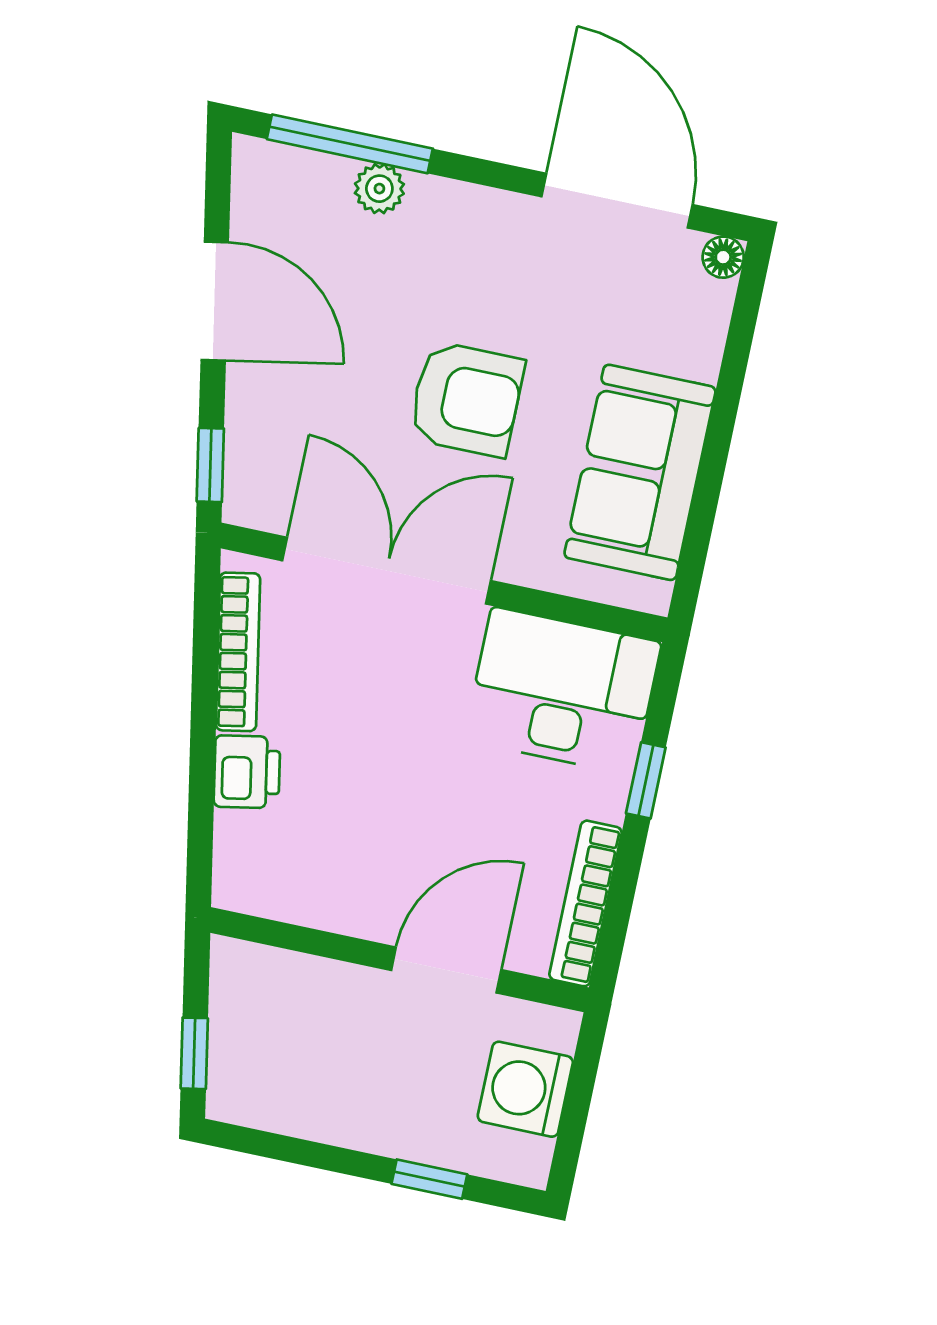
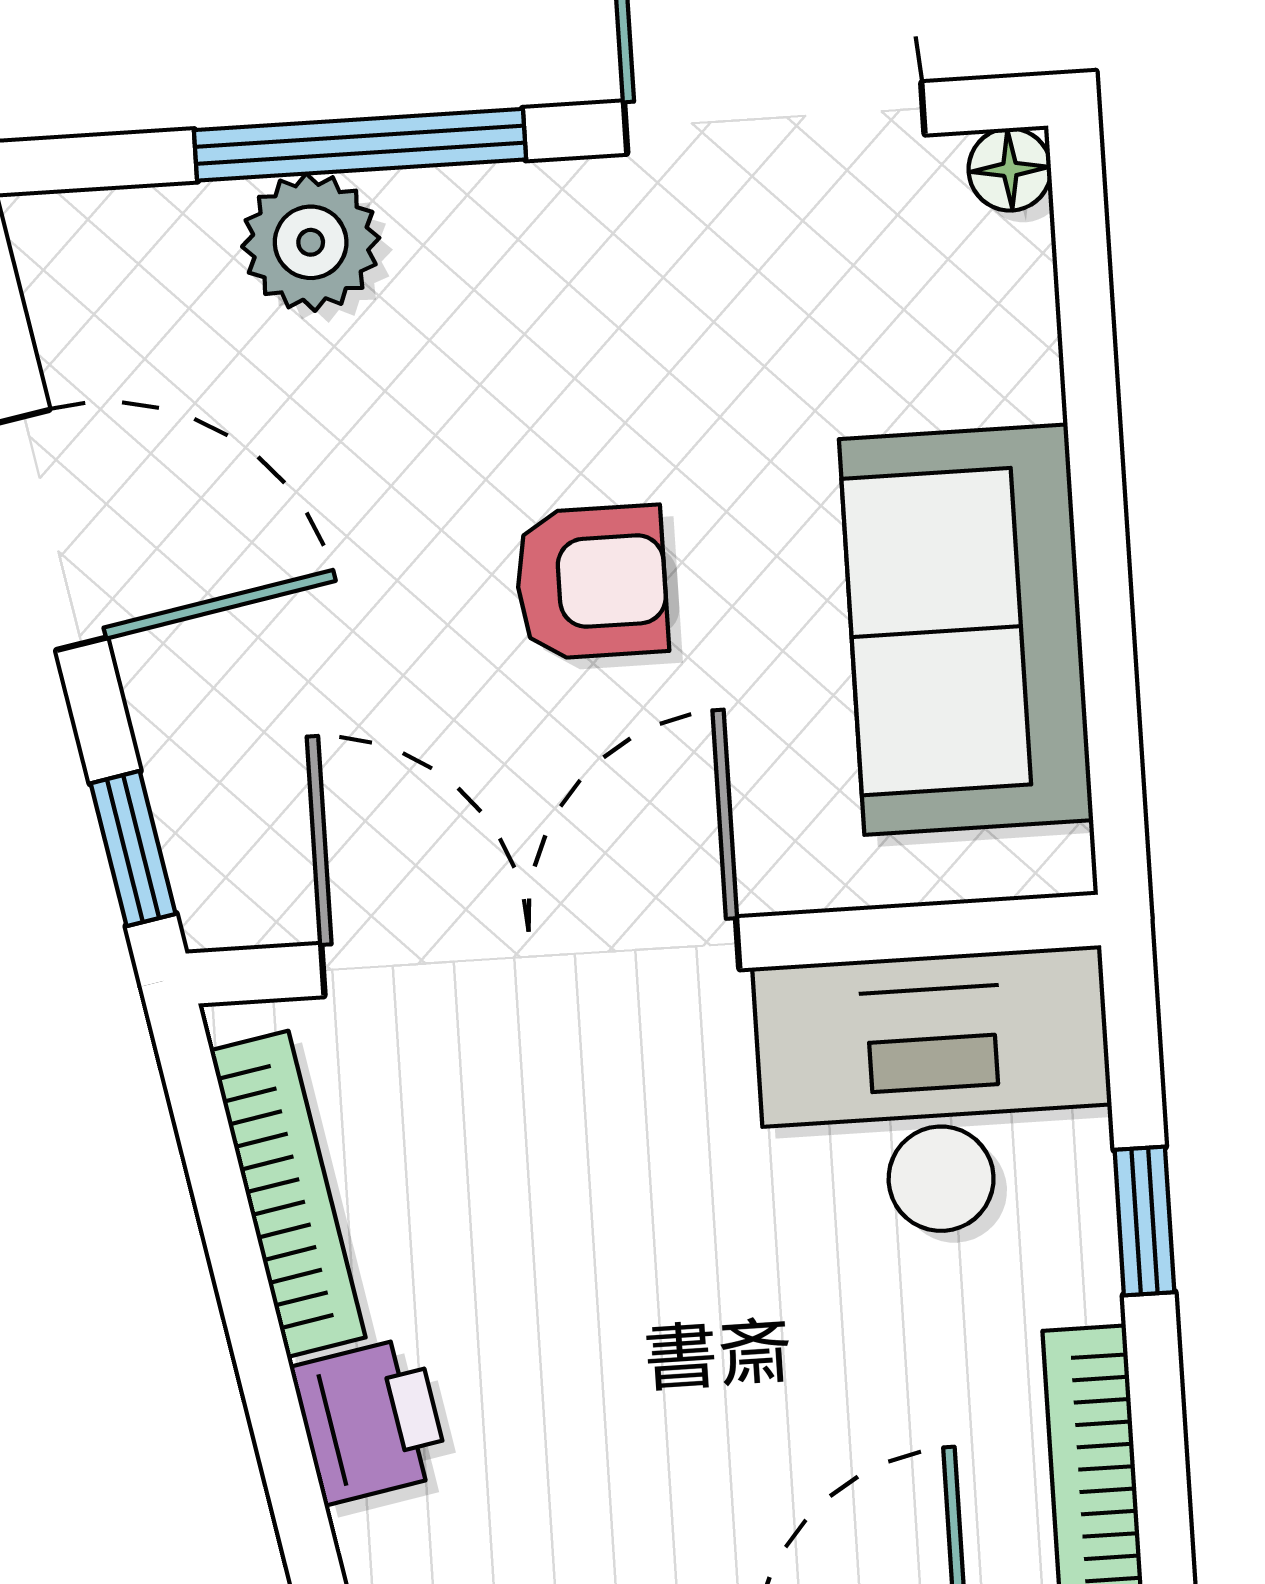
window: (350, 144) -> (360, 145), moved
plant: (379, 189) -> (311, 242), width x1.38, depth x1.38
armchair: (466, 399) -> (591, 582), width x0.72, depth x0.72

